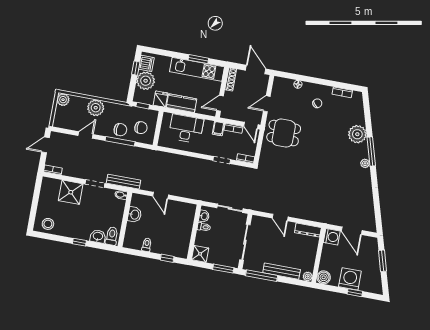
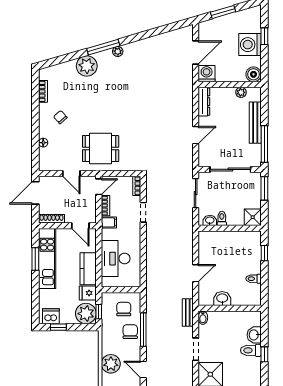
plant: (146, 81) -> (86, 314), moved
dining table: (284, 133) -> (101, 149), turned 90
bench: (123, 182) -> (188, 313), width x0.73
toilet: (112, 236) -> (251, 350), moved
plant: (308, 276) -> (241, 92), moved

